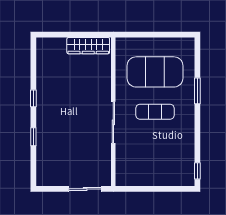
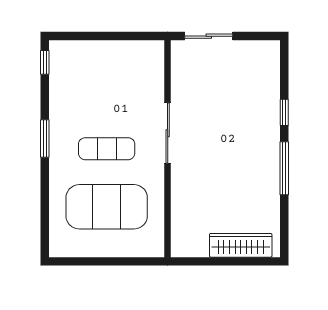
wardrobe: (88, 46) -> (241, 245), moved
window: (197, 91) -> (45, 139), moved
window: (33, 98) -> (284, 168), width x2.17

